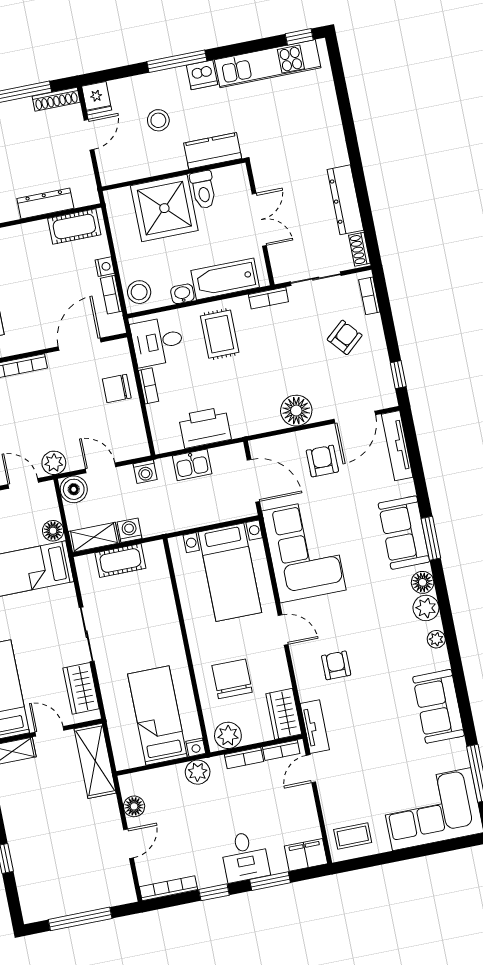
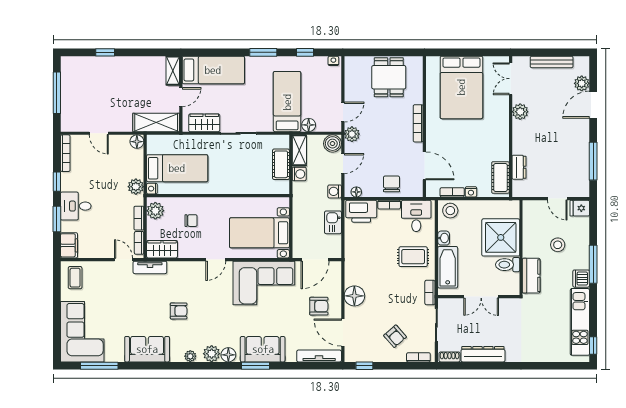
shoe rack: (56, 99) -> (584, 182), removed
dresser: (45, 203) -> (519, 167), width x0.70
printer: (205, 427) -> (361, 211), moved, turned 90
floor lamp: (139, 439) -> (356, 192), added
armchair: (336, 665) -> (179, 311), moved
chair: (232, 679) -> (191, 221), width x0.54, depth x0.54
floor lamp: (134, 806) -> (137, 142), moved

